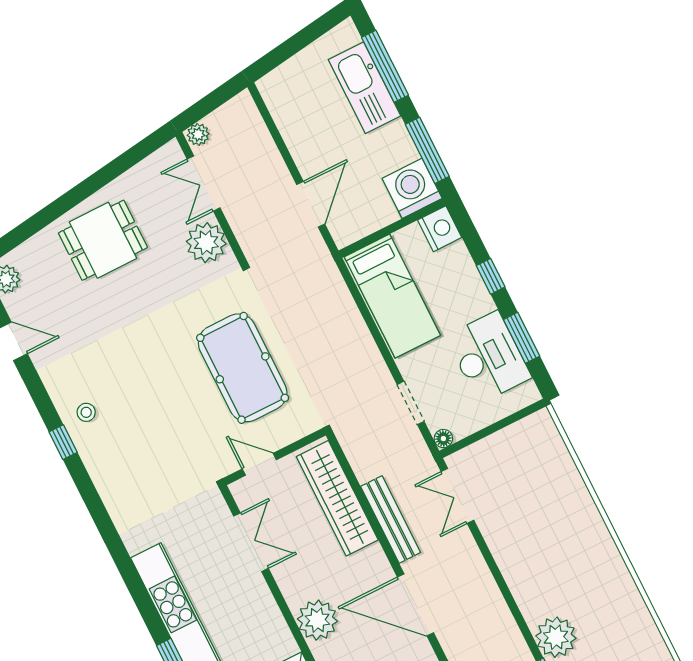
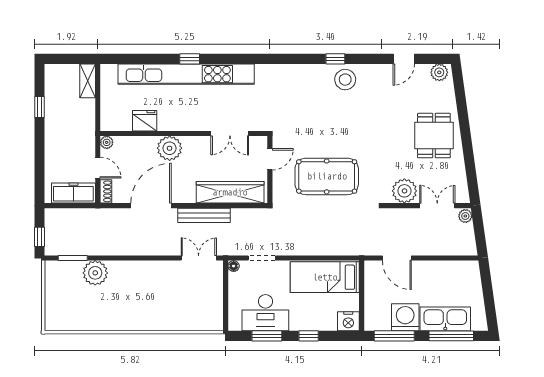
washing machine: (412, 188) -> (405, 317), moved, turned -90
stool: (86, 412) -> (345, 80), width x1.89, depth x1.89

